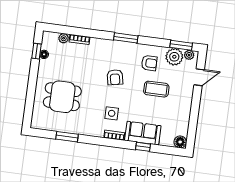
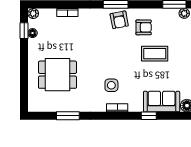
plant: (64, 38) -> (33, 13), moved
plant: (174, 57) -> (169, 17), removed
armchair: (115, 77) -> (119, 20), moved
sofa: (143, 133) -> (162, 102), moved

